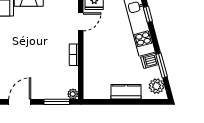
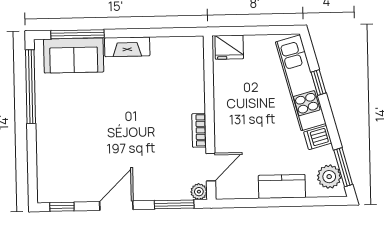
window: (148, 14) -> (319, 83), moved
door: (81, 22) -> (211, 167), moved
window: (162, 65) -> (343, 167), moved

